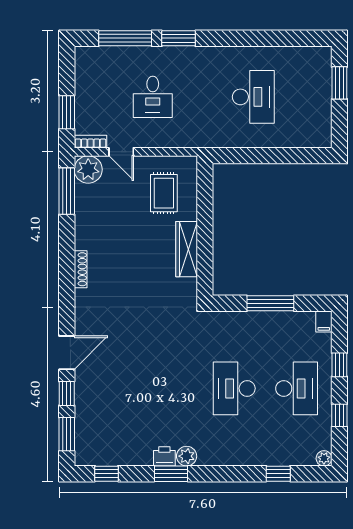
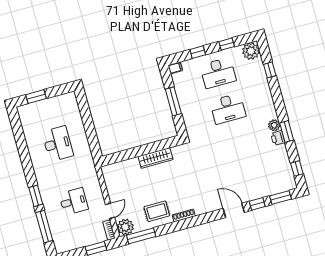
desk: (253, 97) -> (58, 144), turned 90
rug: (164, 193) -> (157, 211), moved
desk: (297, 388) -> (218, 73), turned 180
plant: (324, 458) -> (251, 51), width x1.88, depth x1.88

